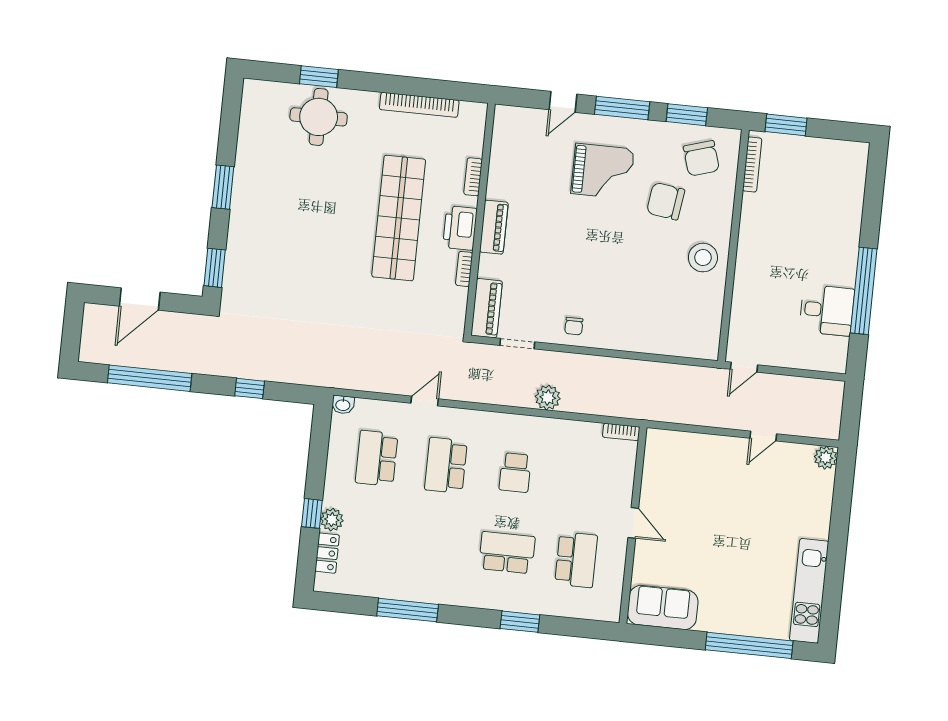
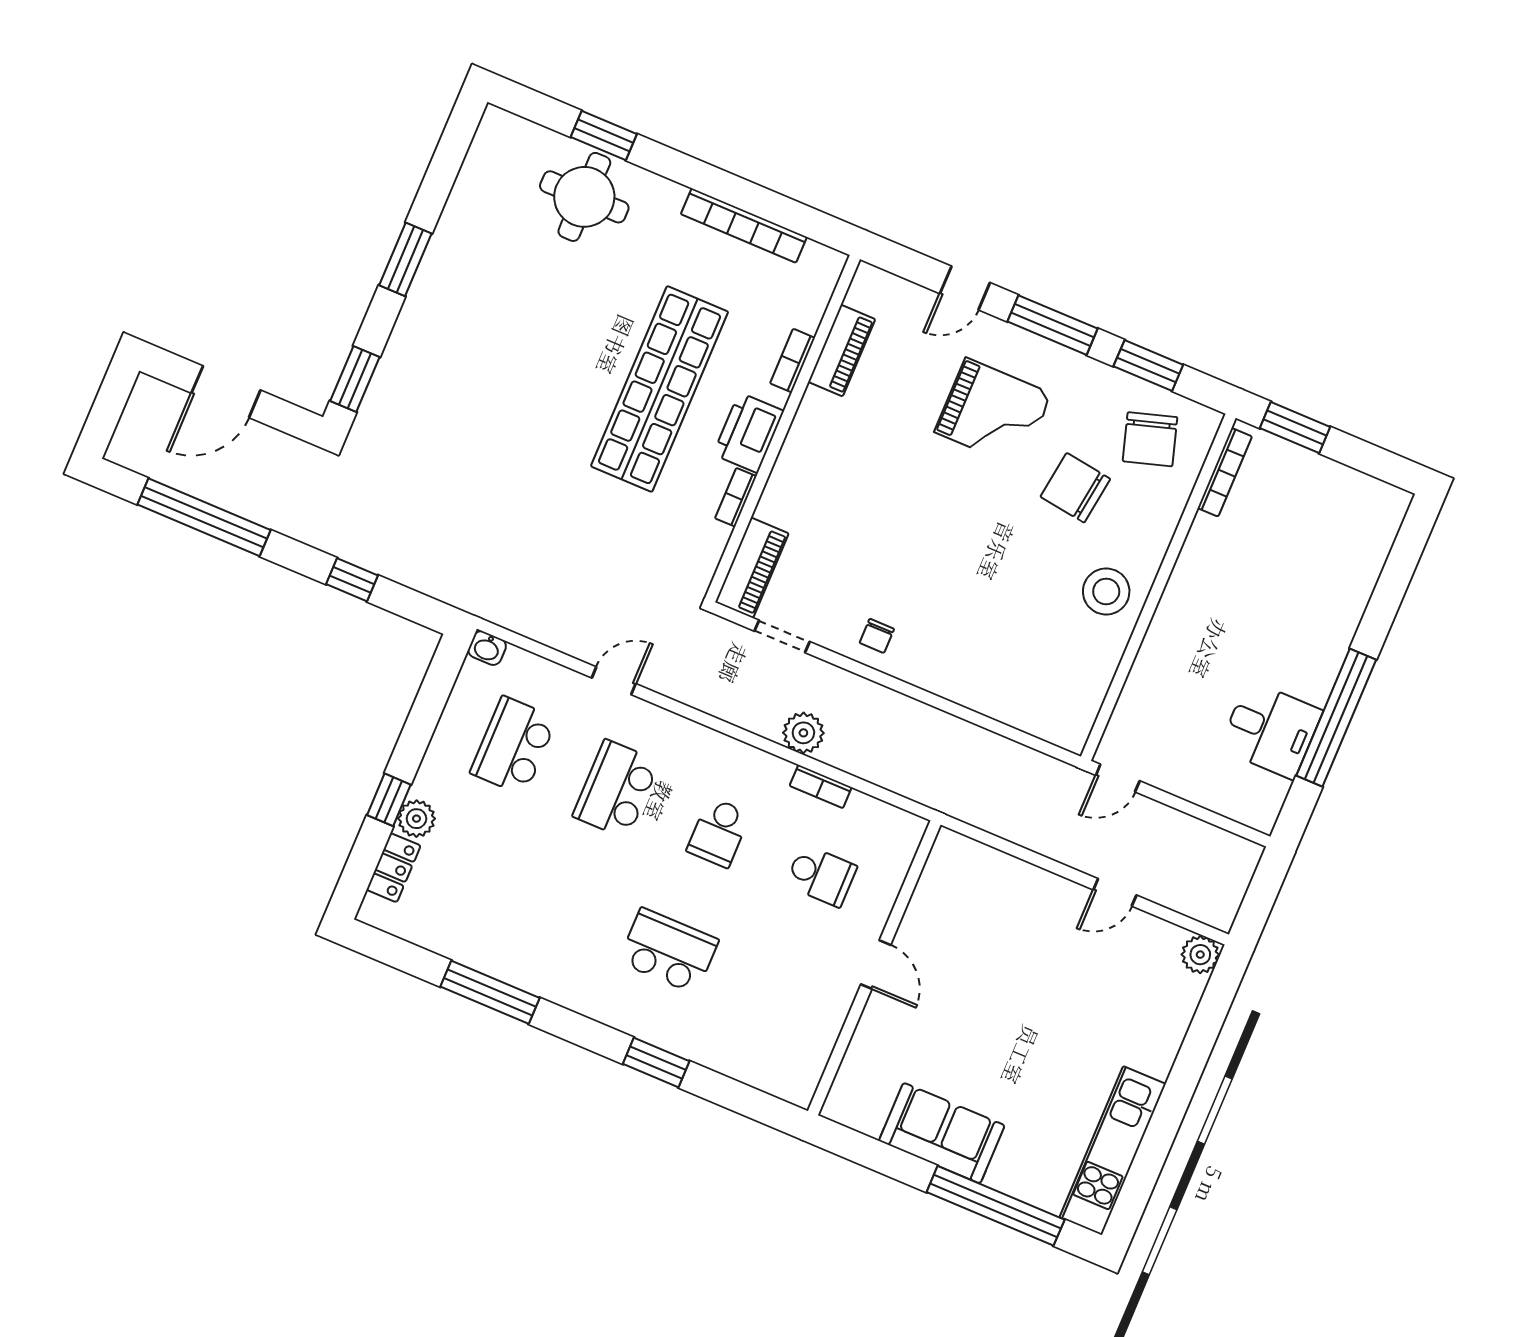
piano: (494, 227) -> (842, 351), moved
bookcase: (621, 432) -> (821, 786), moved
school desk: (576, 560) -> (821, 876), moved, width x0.54
sofa: (663, 607) -> (942, 1133), moved

